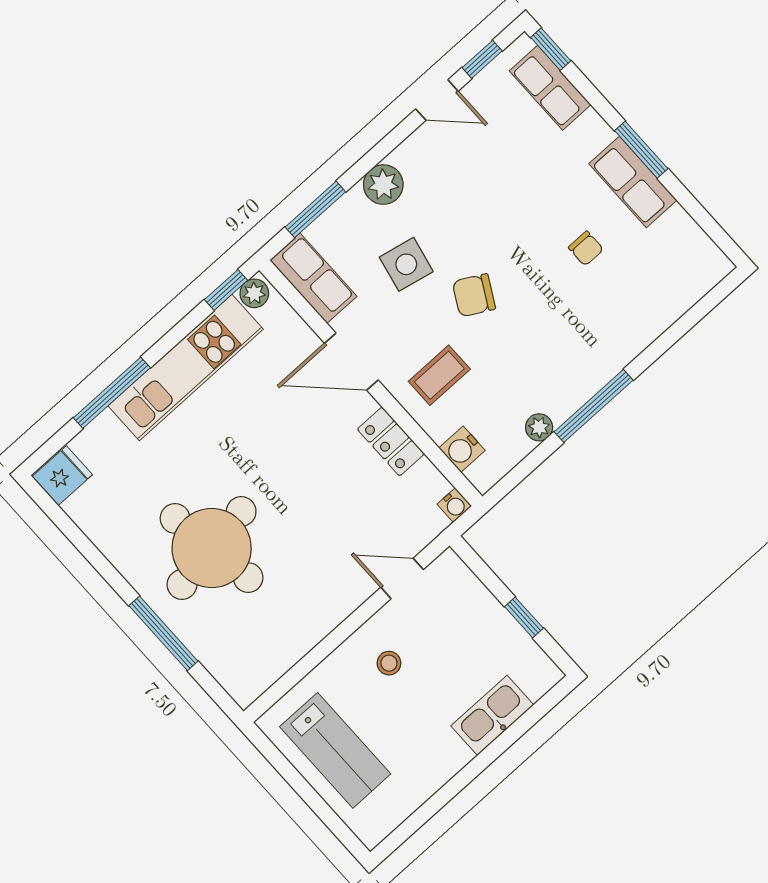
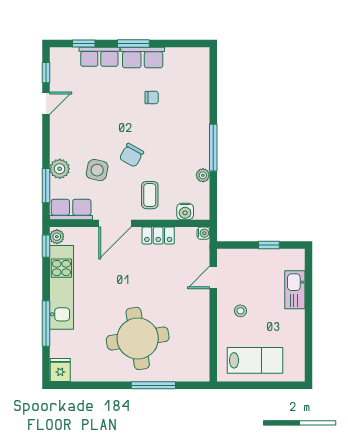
window: (551, 49) -> (84, 44), moved
row of seats: (550, 88) -> (99, 57), moved
plant: (383, 185) -> (60, 169), moved

